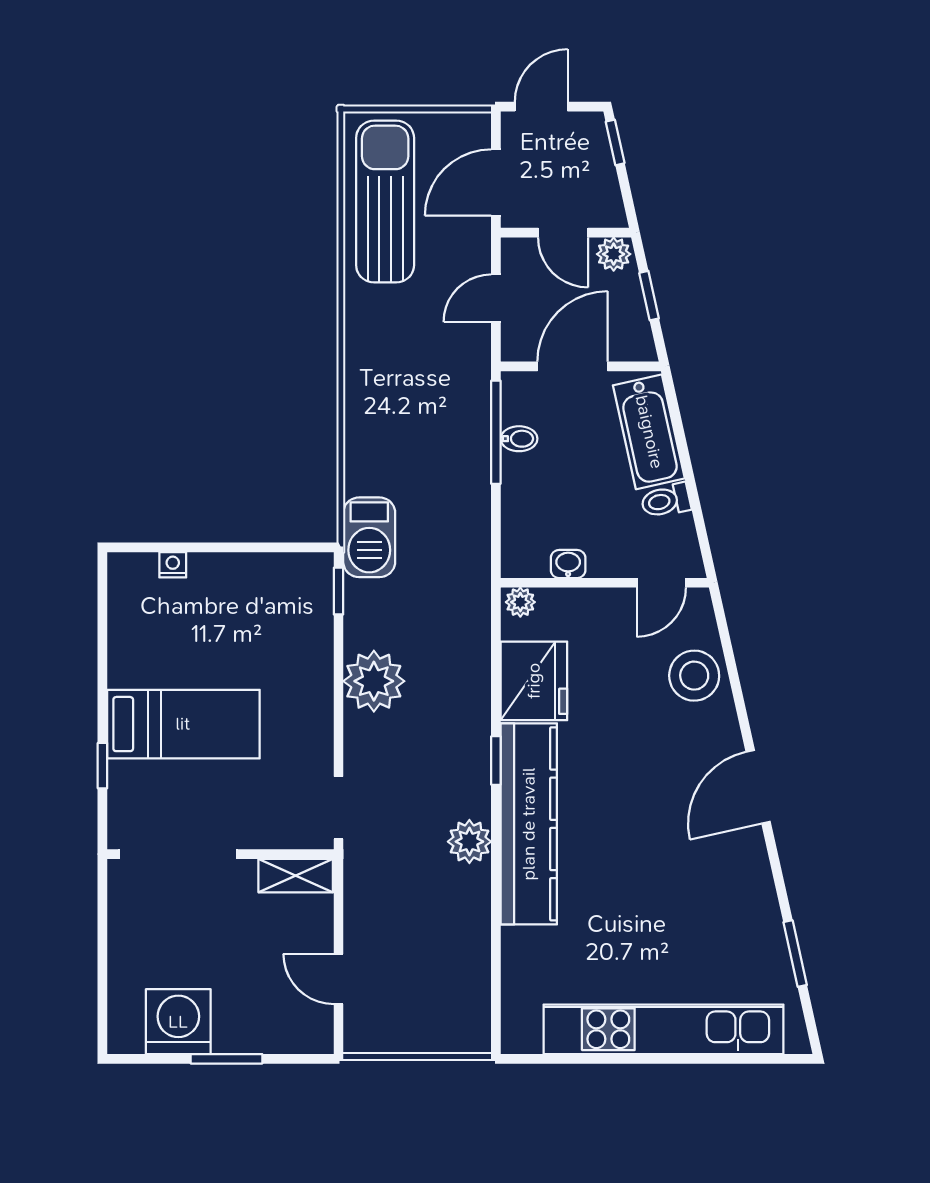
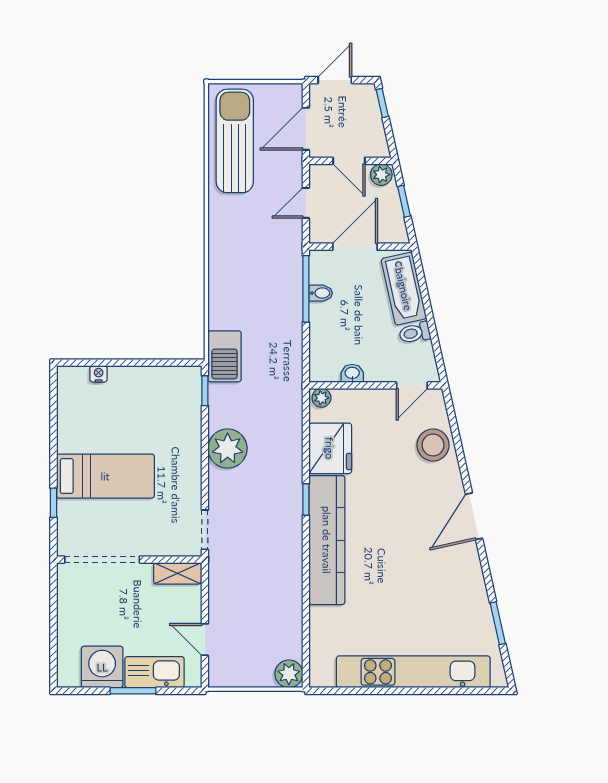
plant: (469, 842) -> (289, 674), moved
kitchen sink: (260, 1030) -> (155, 672), added

